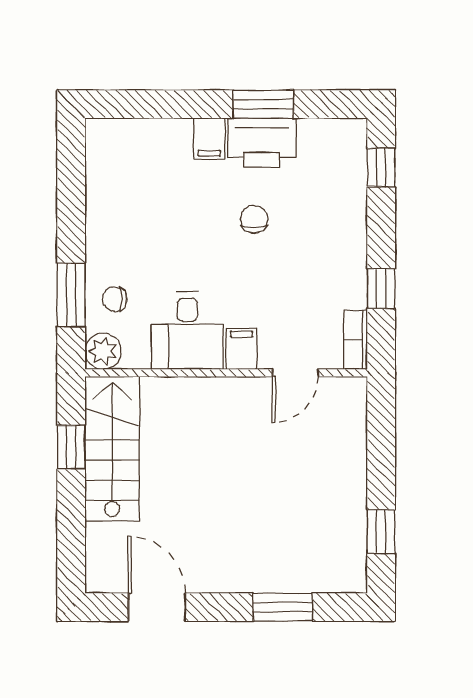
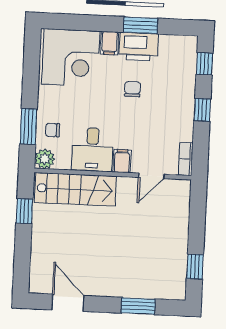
corner desk: (141, 168) -> (71, 58), added
window: (381, 289) -> (202, 110), moved
stairs: (112, 449) -> (75, 189), moved, turned 90

